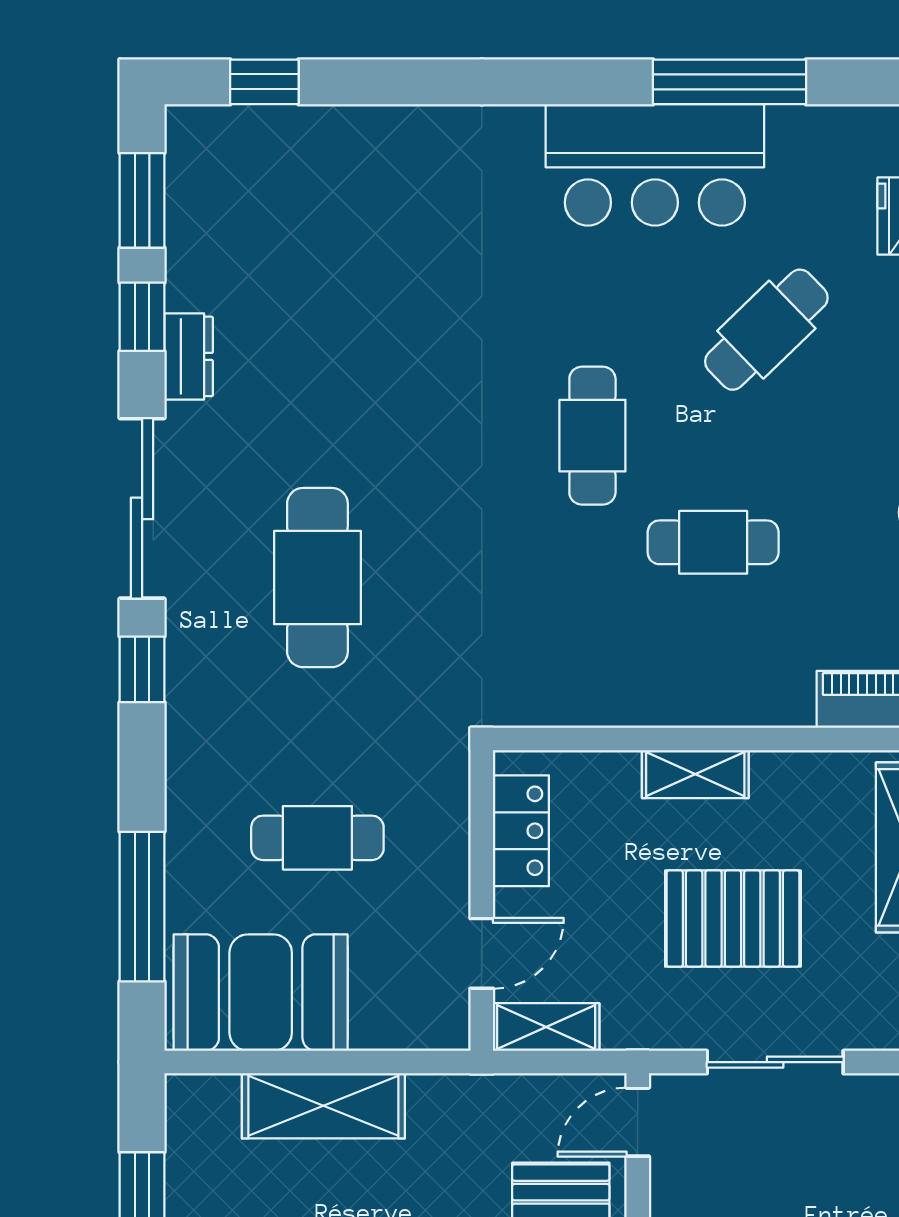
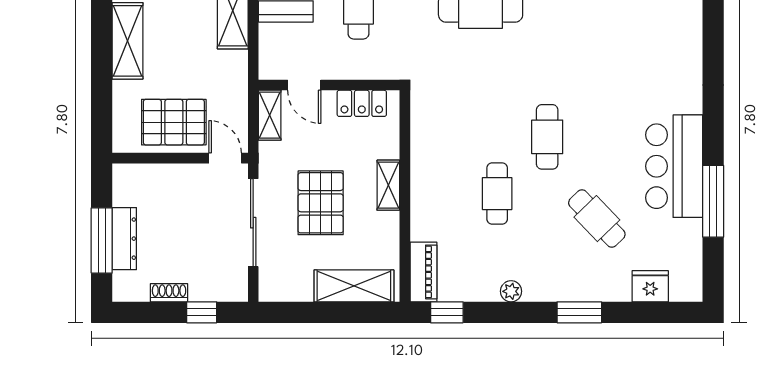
cafe table: (592, 436) -> (547, 137), turned 90
sliding door: (775, 1062) -> (253, 223), width x1.37

